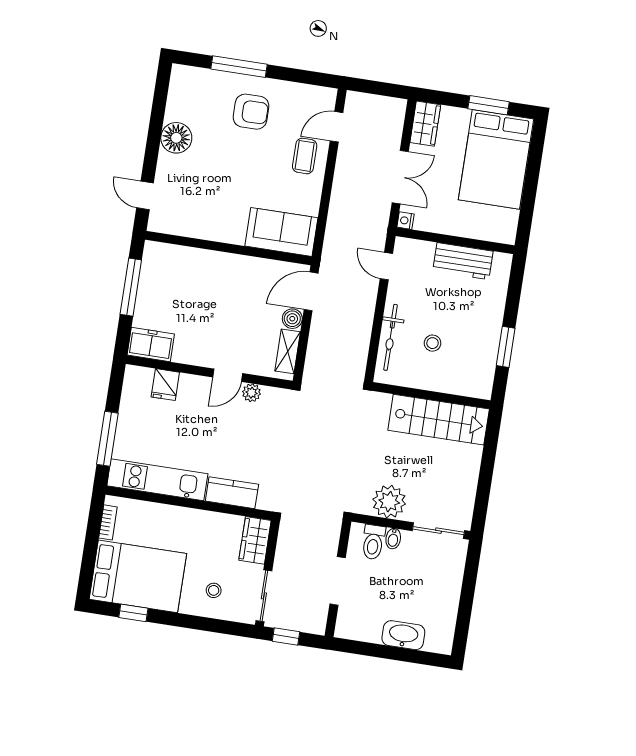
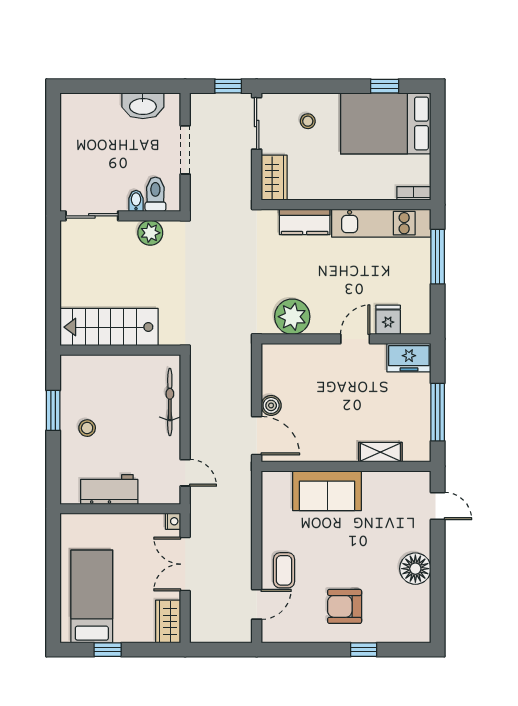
window: (239, 67) -> (364, 650), width x0.46
window: (489, 105) -> (108, 650), width x0.67
bed: (496, 159) -> (92, 597), width x0.67
sofa: (281, 232) -> (327, 491), moved
door: (311, 291) -> (257, 436), hinge flipped
stool: (433, 343) -> (87, 428), moved
shelving: (288, 351) -> (380, 452), moved, turned 90
door: (228, 375) -> (355, 339), moved
plant: (251, 393) -> (292, 317), width x1.88, depth x1.88
plant: (389, 502) -> (150, 233), width x0.73, depth x0.73
bookcase: (108, 522) -> (414, 193), moved, turned 90
washbasin: (403, 635) -> (143, 106), moved

